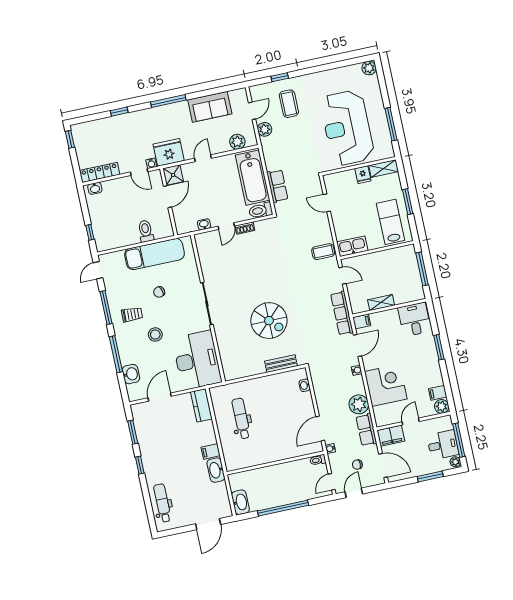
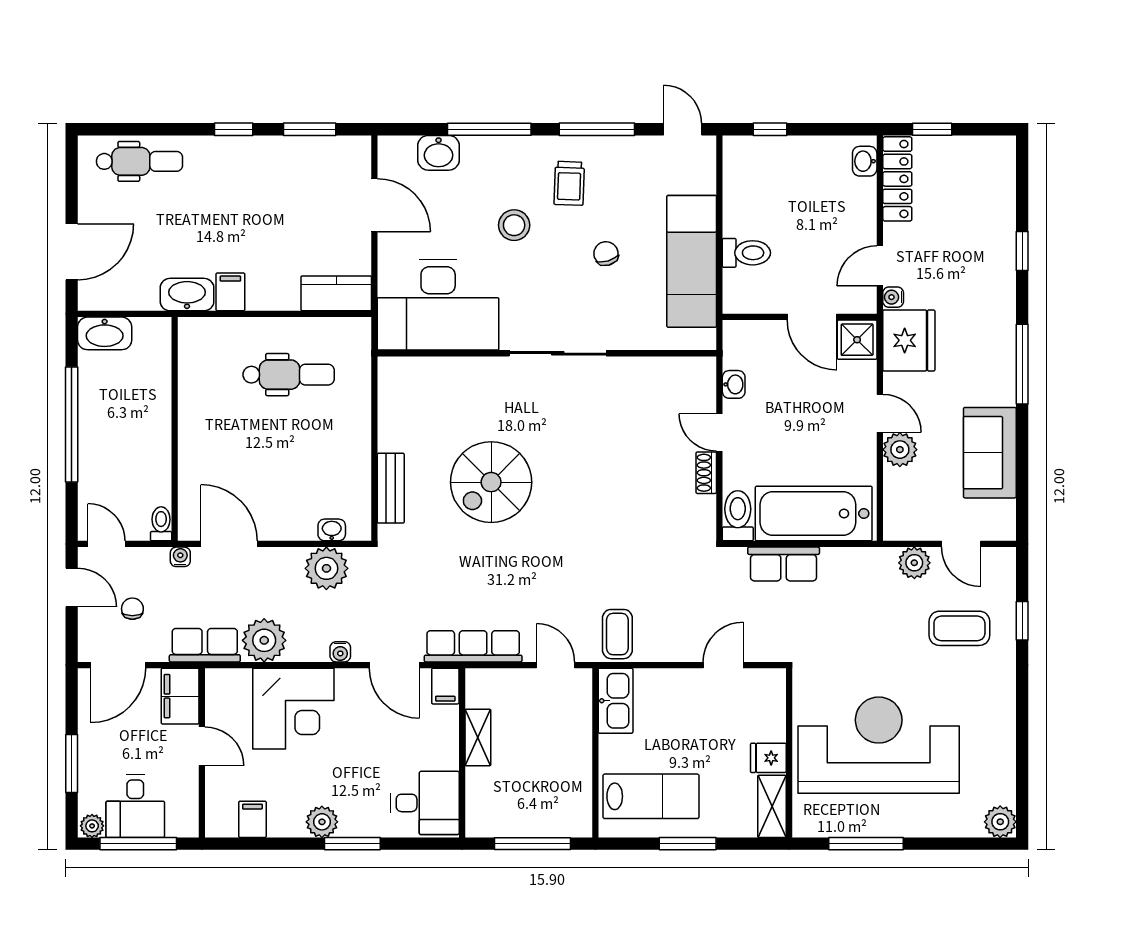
window: (70, 139) -> (932, 129), moved
plant: (237, 142) -> (900, 450), moved
door: (342, 276) -> (556, 665), swing flipped
plant: (322, 384) -> (326, 568), added
plant: (442, 406) -> (322, 822), moved
door: (208, 524) -> (72, 252), swing flipped

